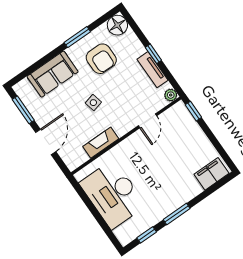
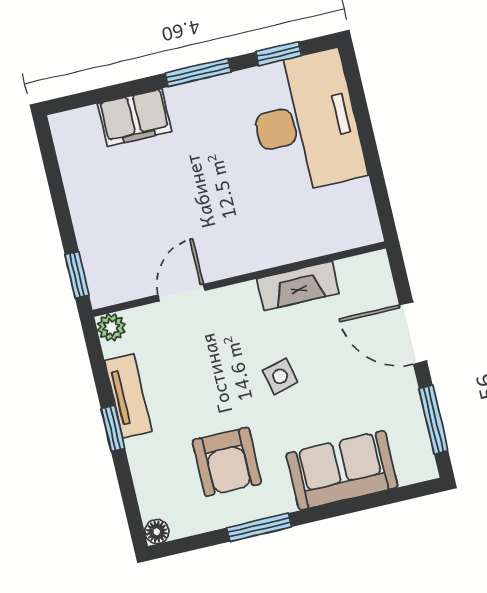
floor lamp: (117, 25) -> (157, 532), width x0.53, depth x0.53
armchair: (101, 59) -> (227, 462), turned 180
door: (46, 142) -> (413, 333), hinge flipped
filing cabinet: (212, 174) -> (135, 117), moved
desk: (113, 194) -> (306, 122), moved

